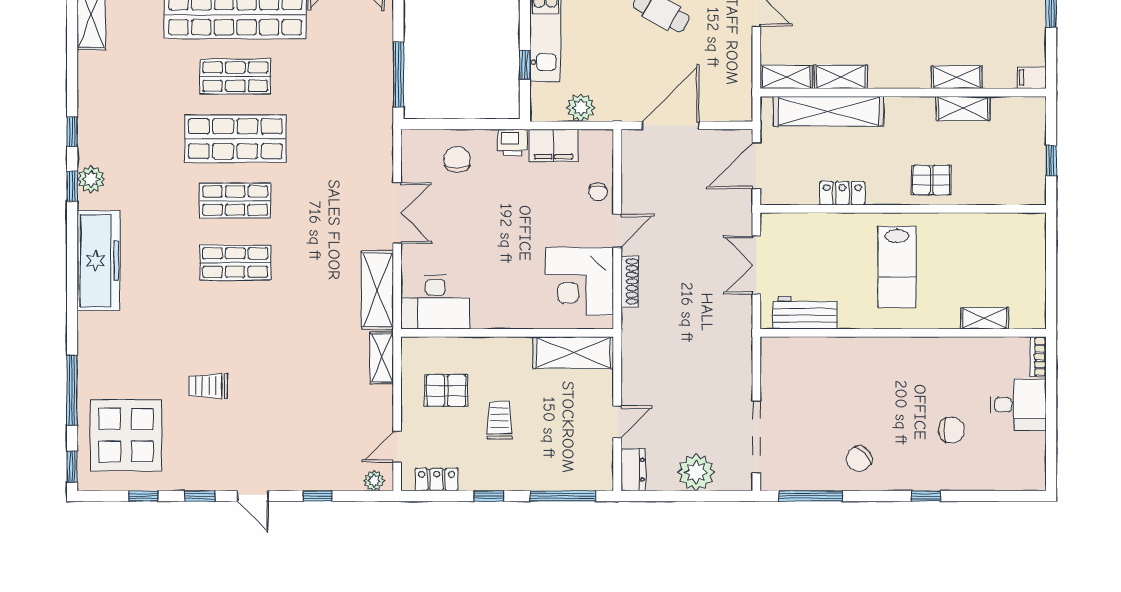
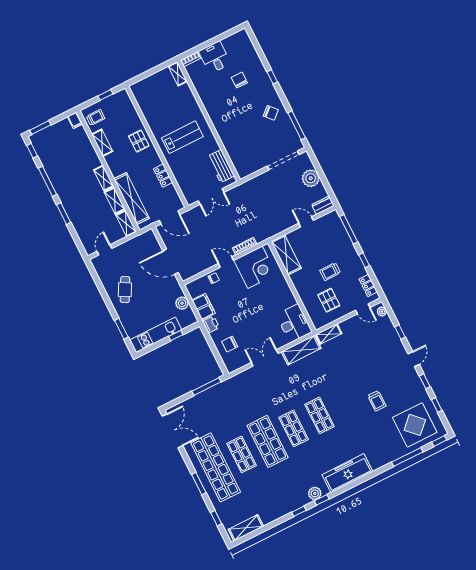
shelving: (957, 77) -> (104, 178), moved
trolley: (1018, 120) -> (96, 117), added
shelving: (985, 318) -> (178, 74), moved

